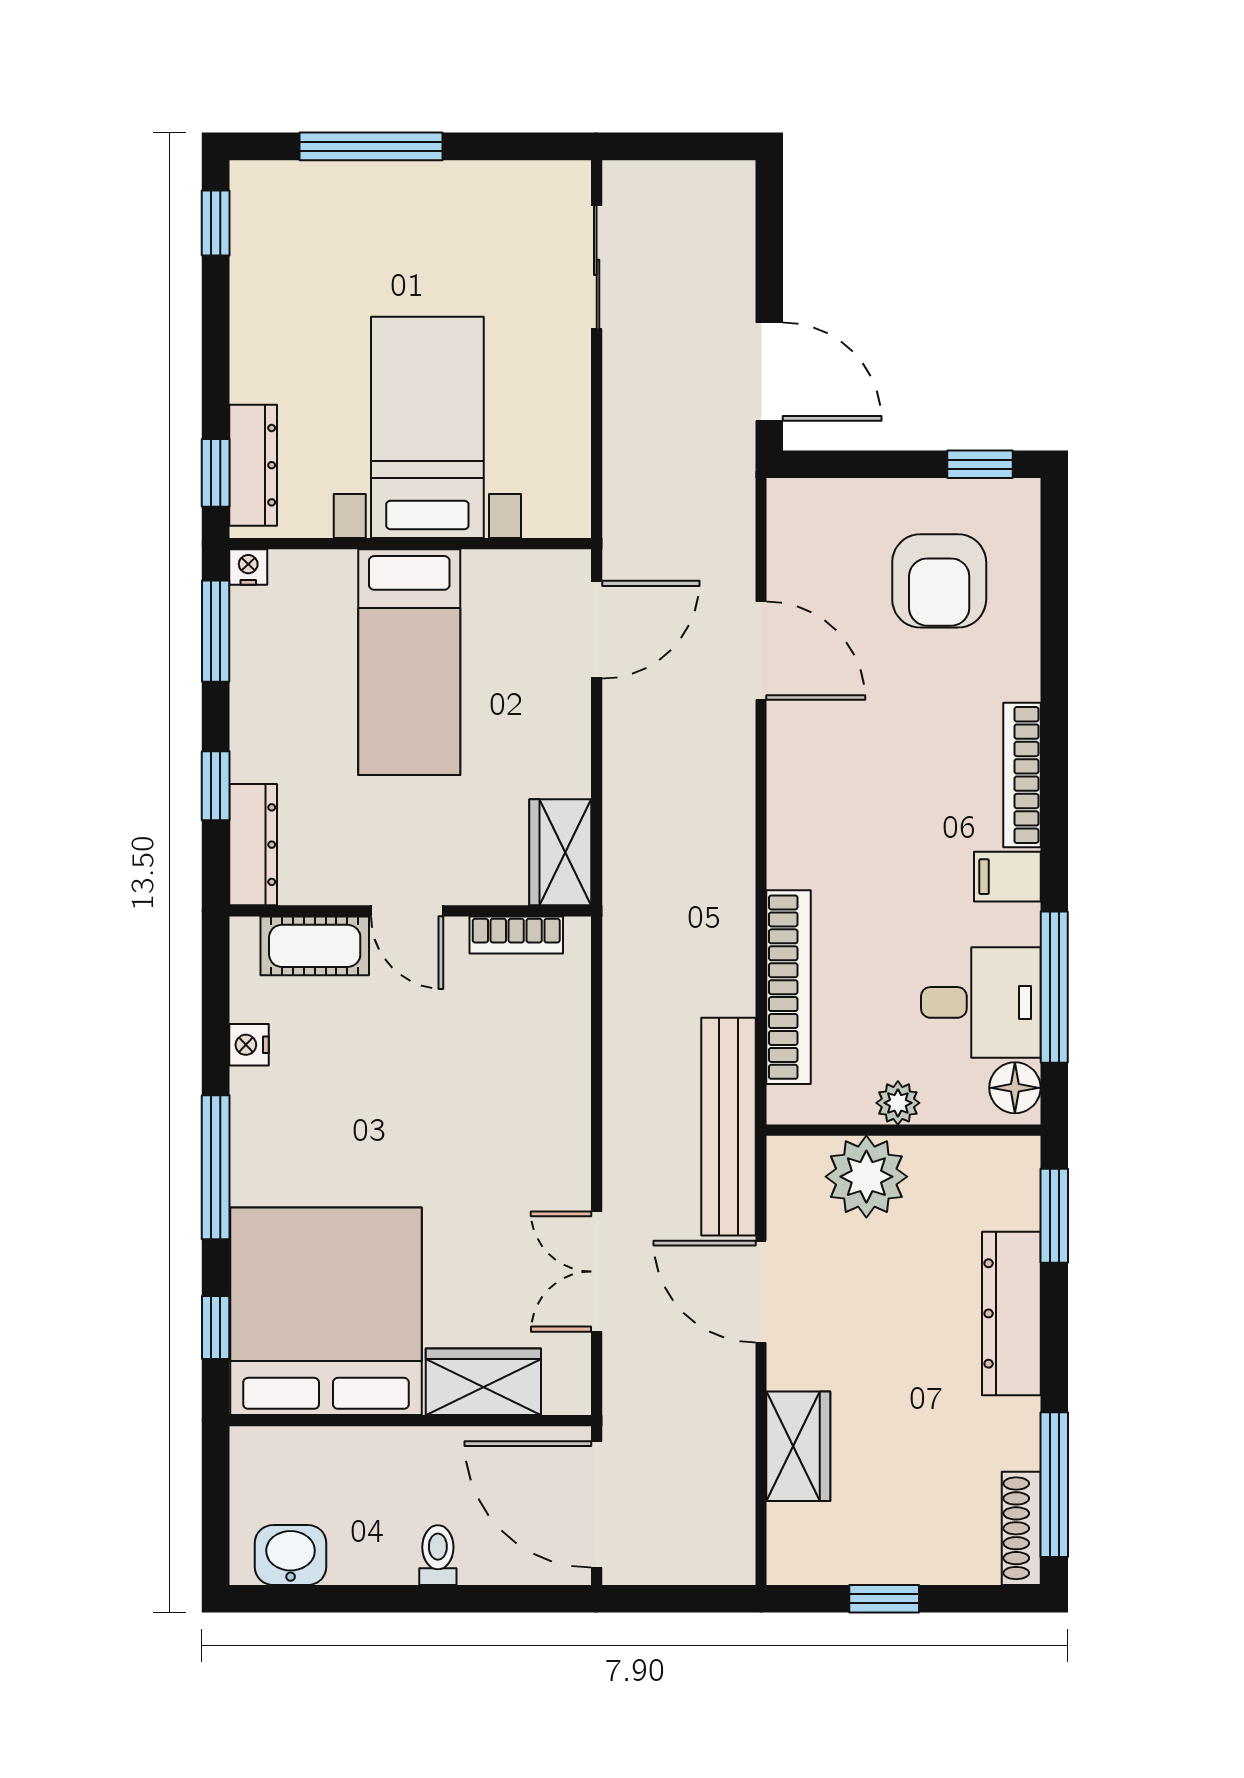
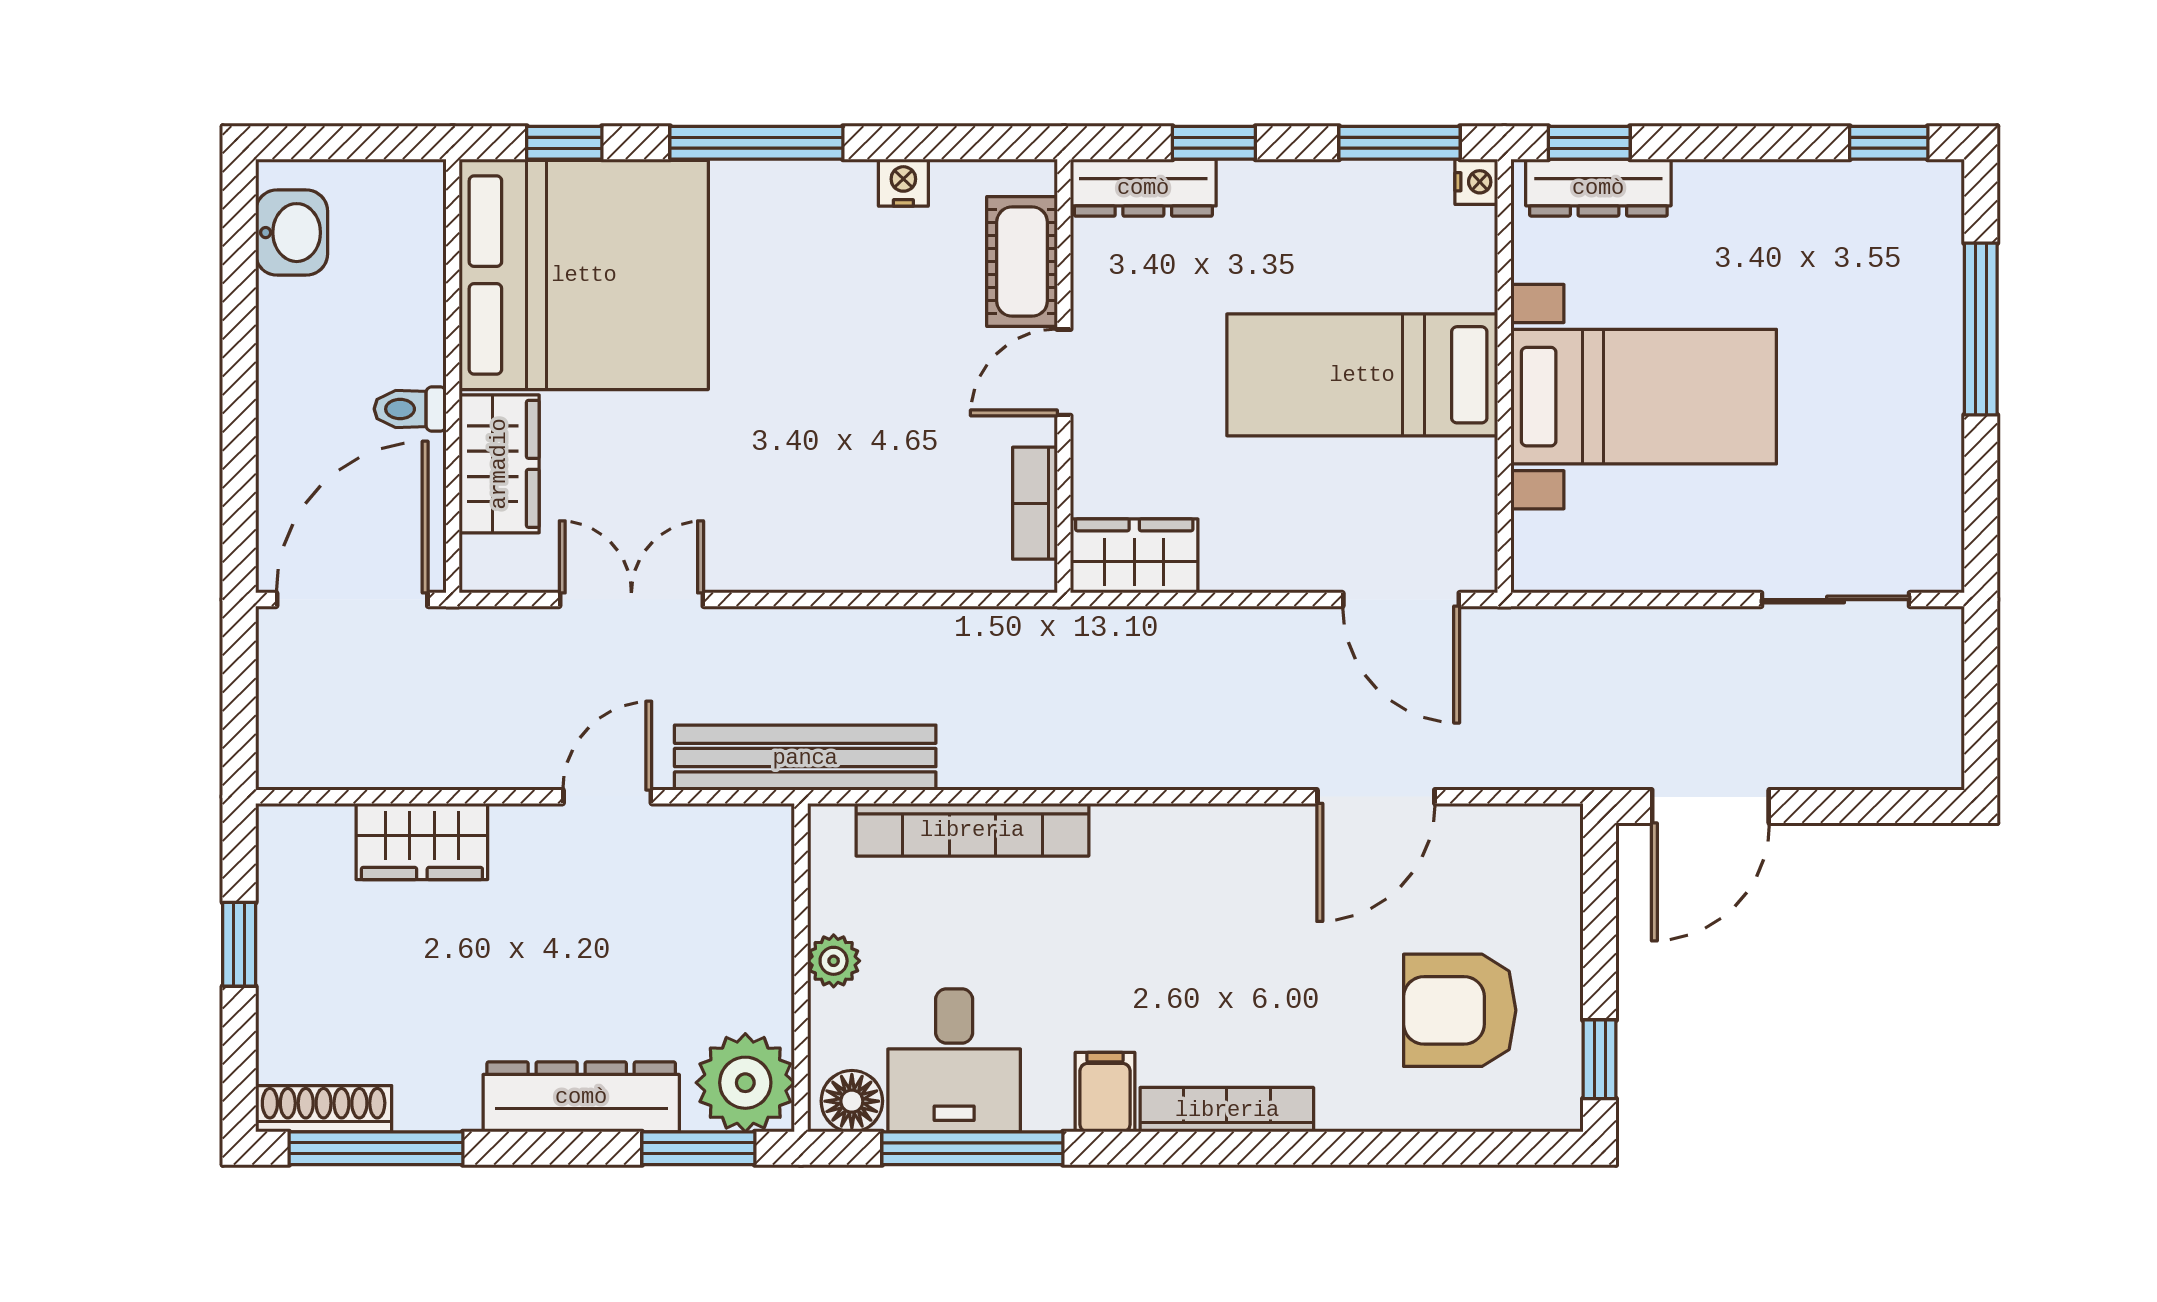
plant: (866, 1177) -> (745, 1083), moved
door: (761, 1292) -> (607, 797), width x0.73
toilet: (438, 1555) -> (410, 409), moved, turned 180

